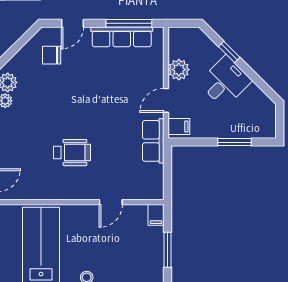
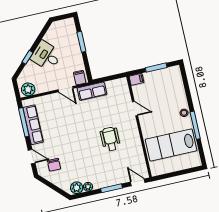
plant: (179, 70) -> (28, 89), moved

